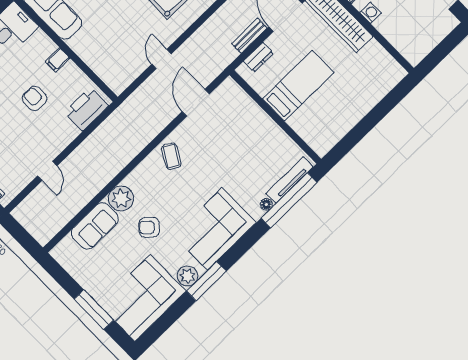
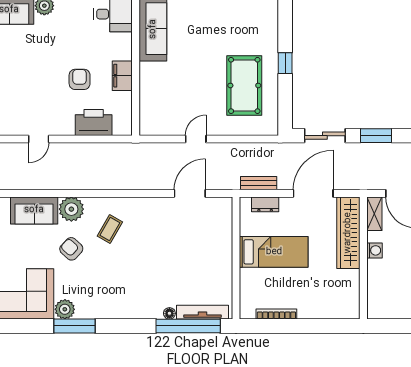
bench: (249, 36) -> (259, 183), moved
filing cabinet: (58, 60) -> (122, 76), width x2.00
printer: (86, 109) -> (94, 123), moved
bookcase: (345, 129) -> (276, 314), added
coffee table: (171, 156) -> (110, 229), moved
corner sofa: (215, 229) -> (116, 295), removed

